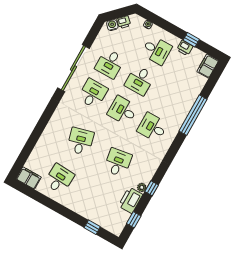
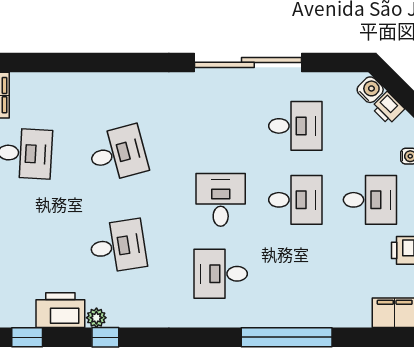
desk: (157, 50) -> (370, 200), turned -90
desk: (110, 64) -> (295, 126), turned 180
desk: (140, 80) -> (295, 200), turned 180
desk: (93, 94) -> (221, 126), removed
desk: (152, 127) -> (221, 274), turned -90

